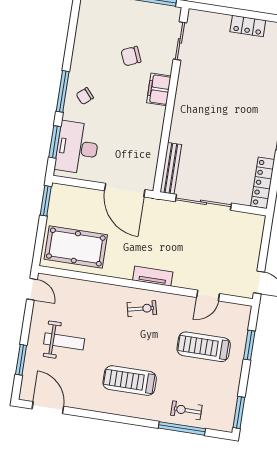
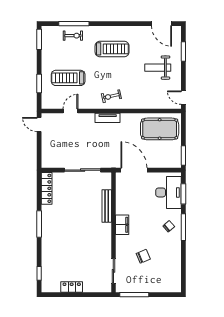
filing cabinet: (159, 89) -> (122, 225), moved
bench: (171, 168) -> (107, 206), moved
treadmill: (204, 347) -> (68, 78), turned 180

